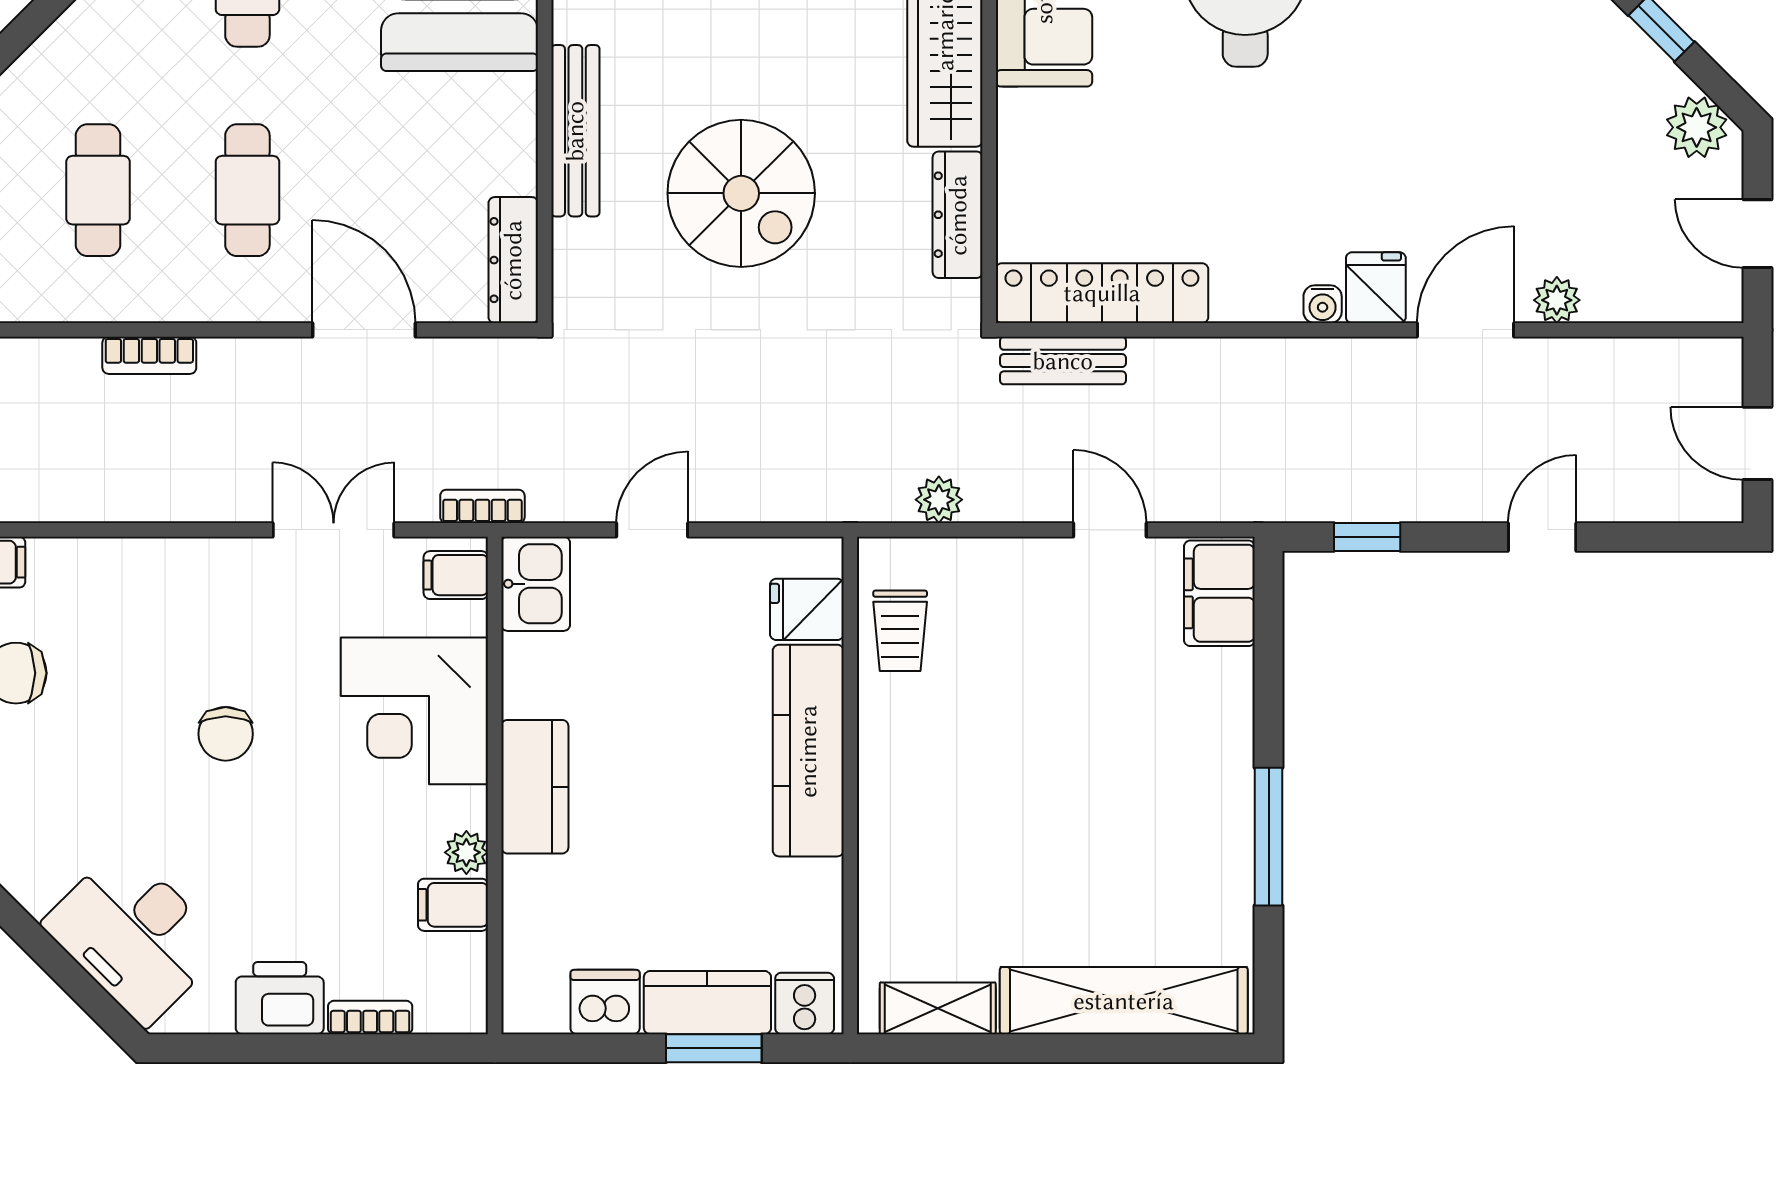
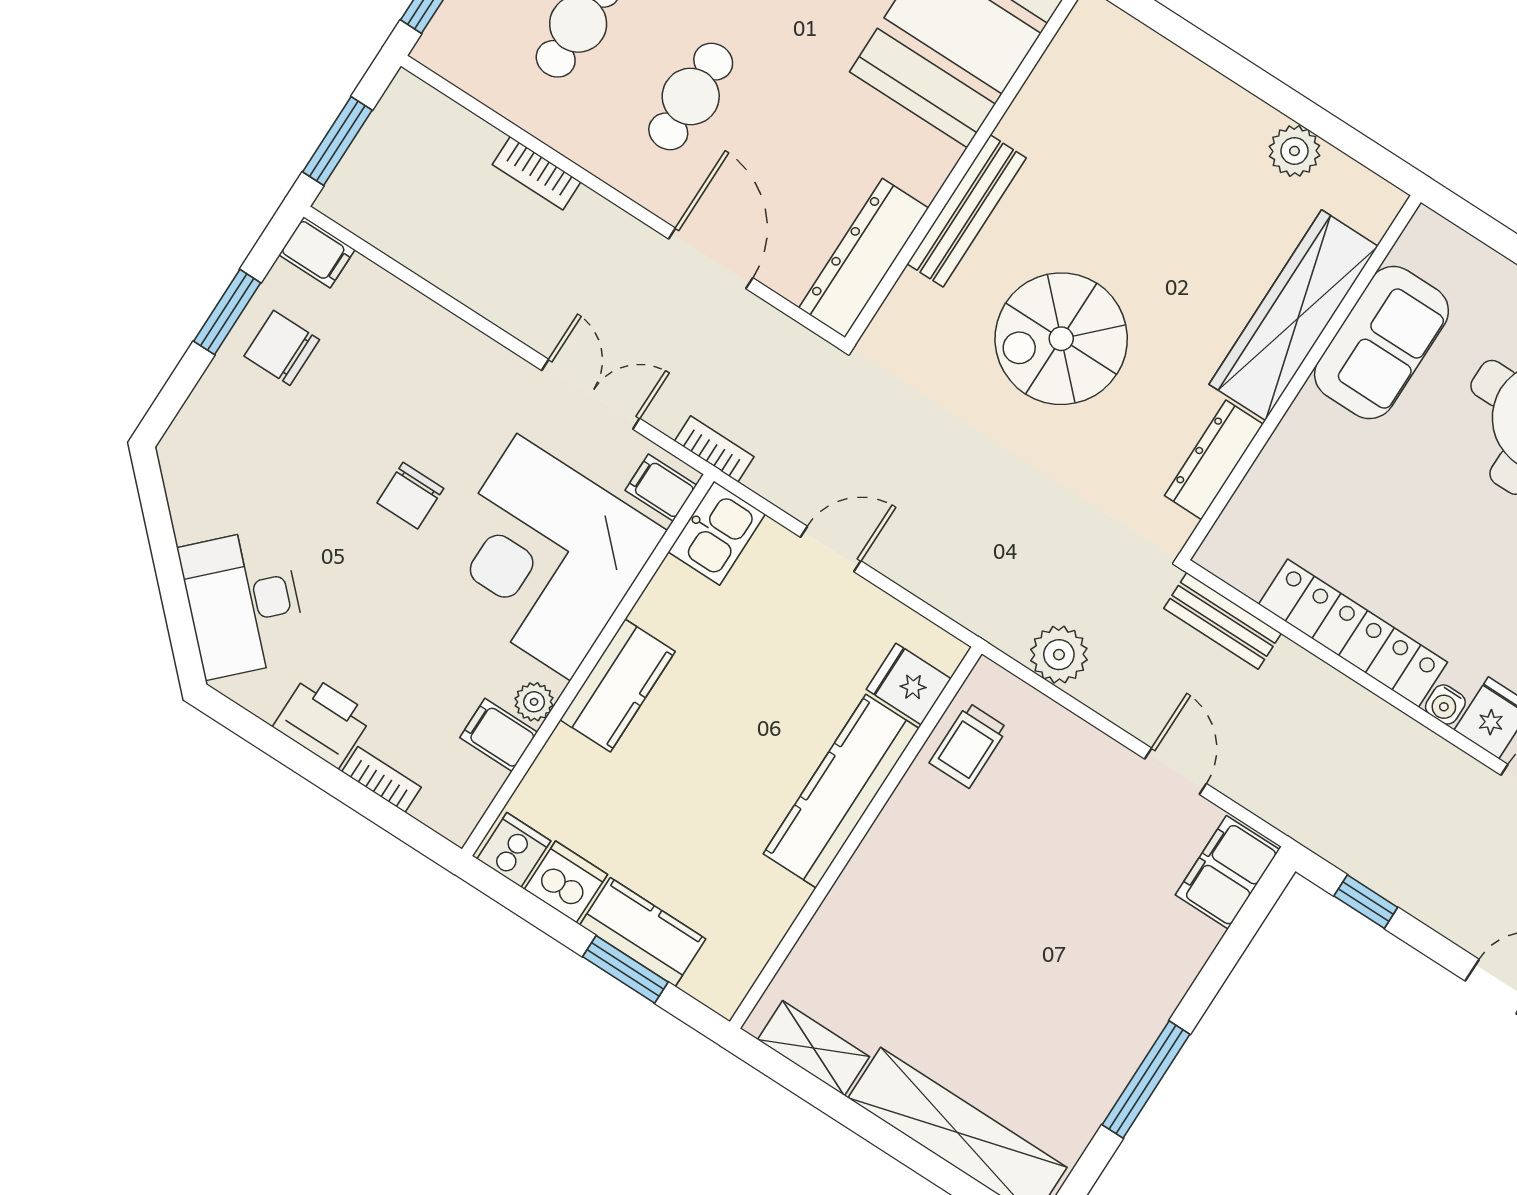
spiral stairs: (741, 193) -> (1061, 339), turned 90
dresser: (513, 260) -> (864, 258), width x1.37, depth x1.24
locker: (1102, 293) -> (1353, 633), moved
plant: (939, 500) -> (1059, 655), width x1.38, depth x1.38
corner desk: (414, 711) -> (544, 557), width x1.36, depth x1.36
cooker: (805, 1003) -> (514, 850), moved

